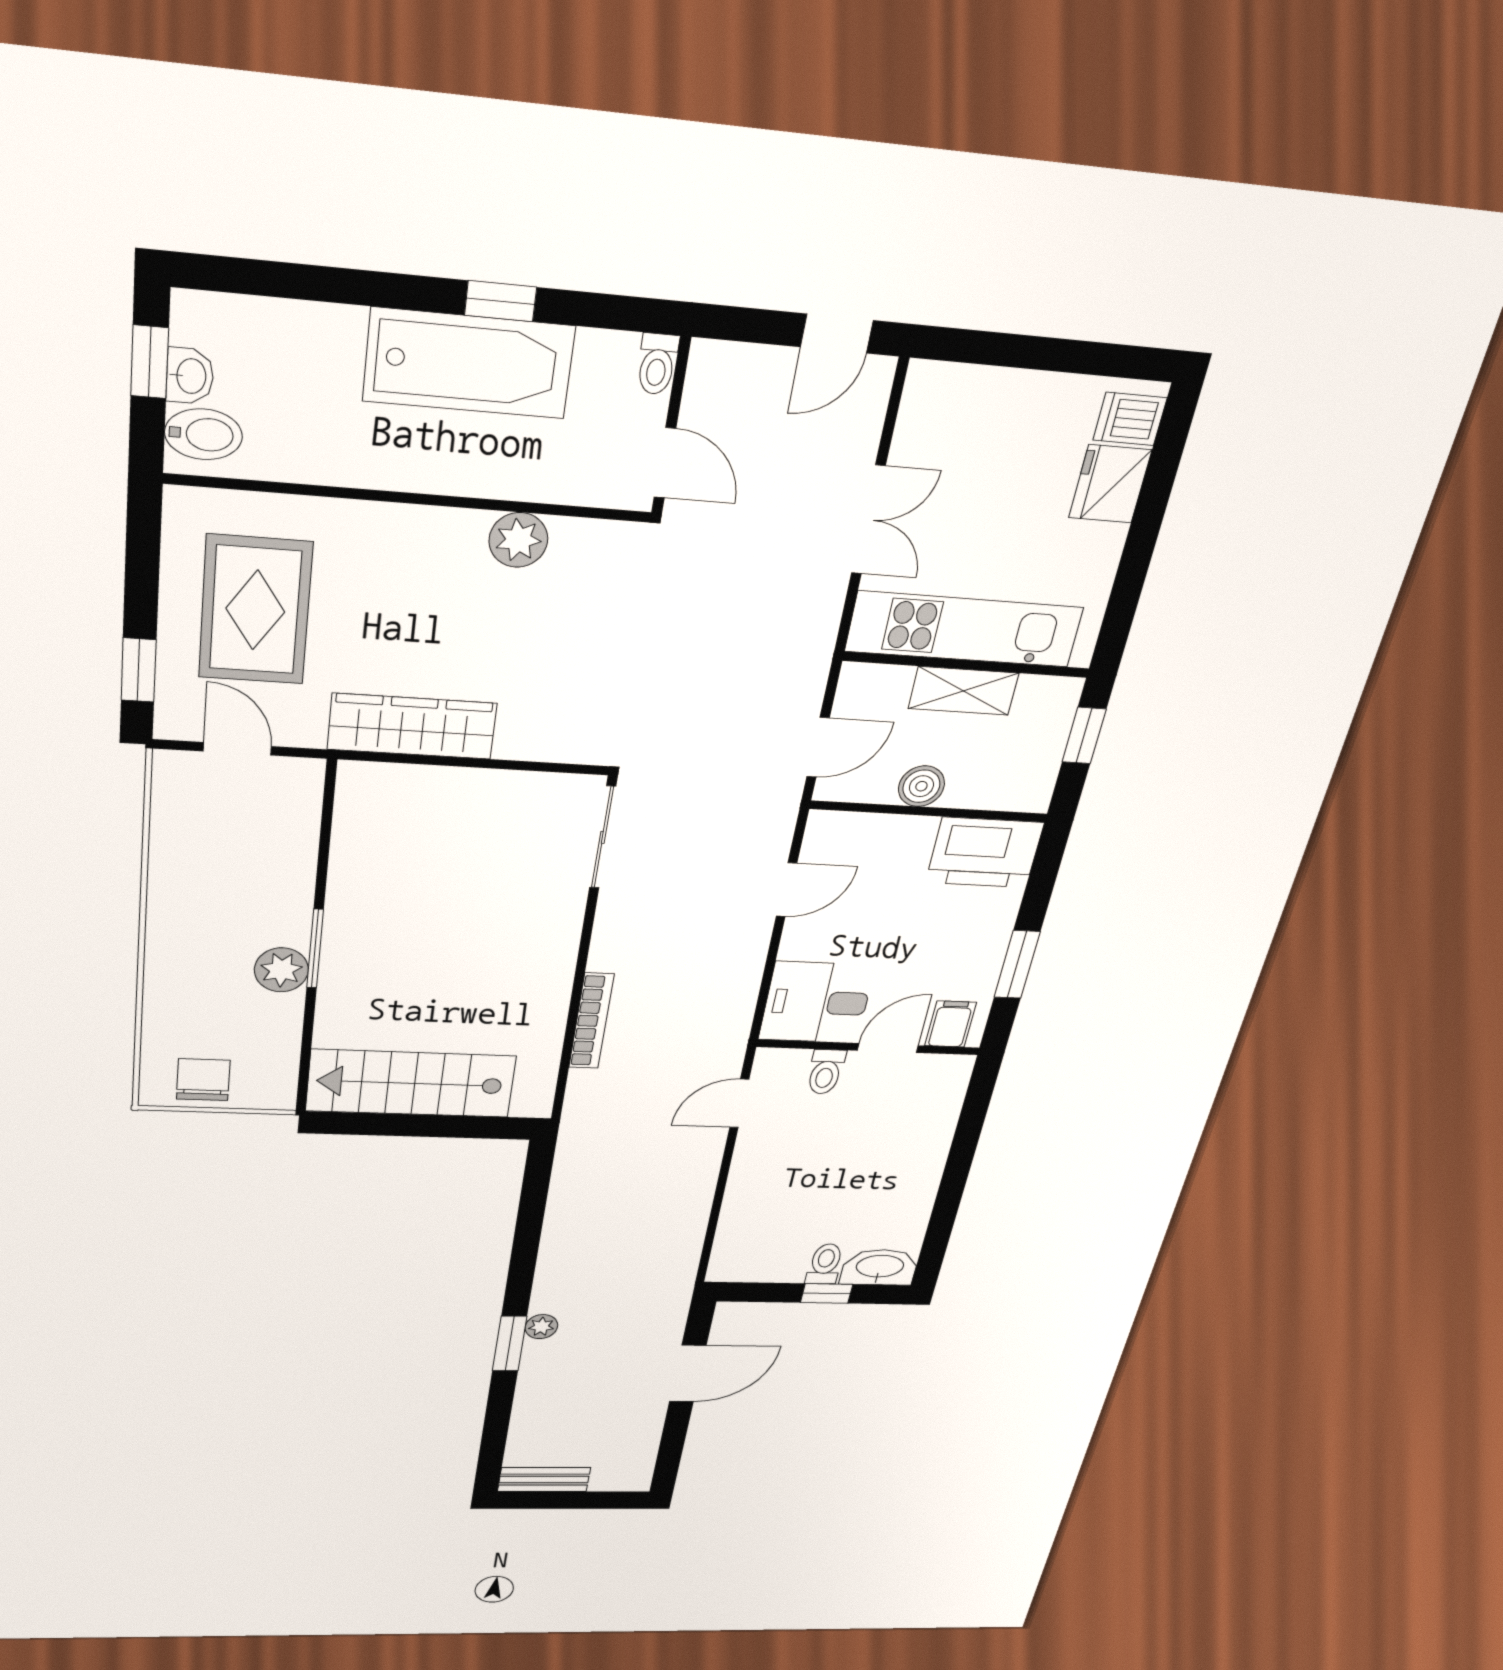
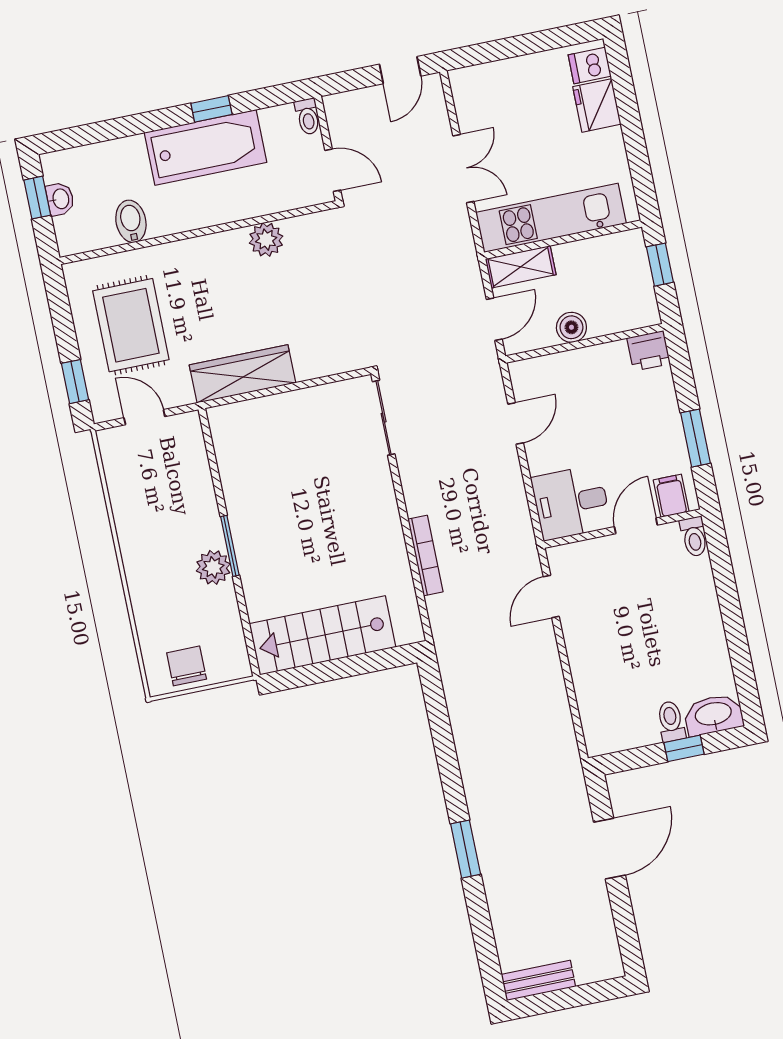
bidet: (203, 434) -> (131, 221), moved, turned -90
shelving: (964, 691) -> (521, 267), moved
printer: (985, 853) -> (649, 351), width x0.53, depth x0.68
toilet: (826, 1072) -> (694, 537), moved
plant: (541, 1327) -> (483, 828), removed

